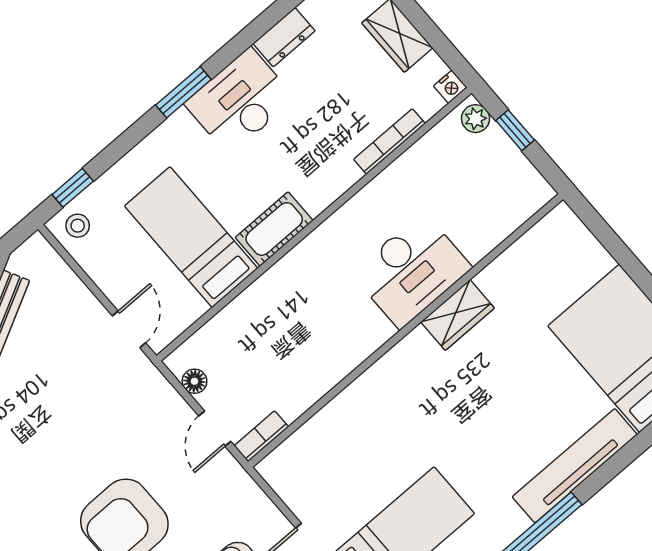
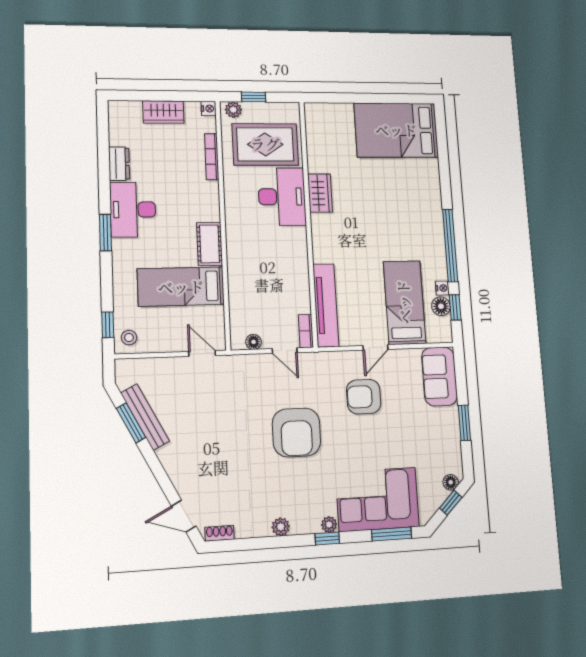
rug: (464, 195) -> (265, 144), added
tv unit: (575, 466) -> (326, 305), moved, turned 180

